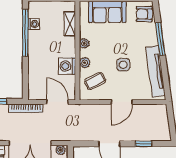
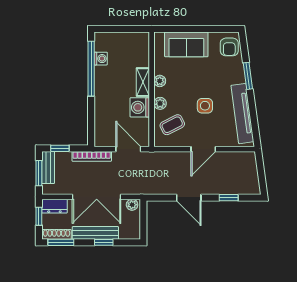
armchair: (144, 14) -> (229, 47), turned -90
shelving: (70, 24) -> (143, 82), moved
window: (160, 39) -> (248, 76), width x0.69

